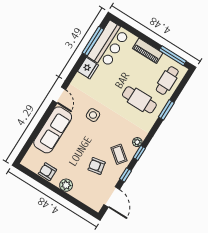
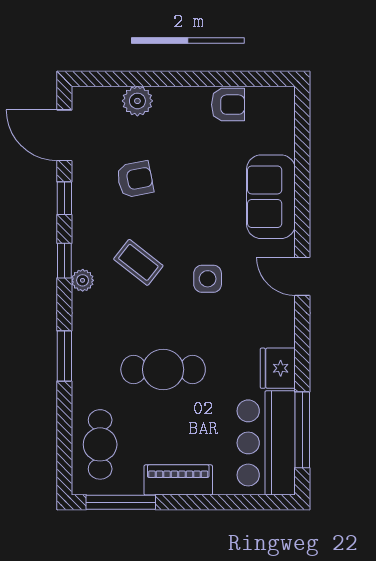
cafe table: (139, 100) -> (163, 369), moved
window: (166, 110) -> (64, 356), moved
sofa: (53, 130) -> (271, 197), width x0.73
coffee table: (119, 154) -> (138, 262), moved
plant: (66, 185) -> (137, 101), moved

